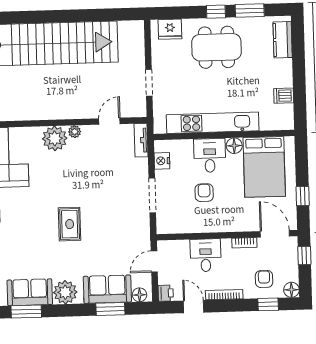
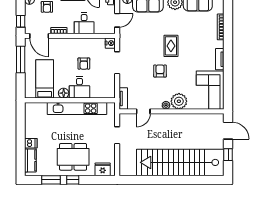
dishwasher: (284, 96) -> (31, 143), moved
nightstand: (162, 161) -> (110, 43), moved
bed: (264, 167) -> (45, 79), width x0.67
armchair: (85, 185) -> (160, 71), added
window: (303, 196) -> (21, 59), width x2.17

